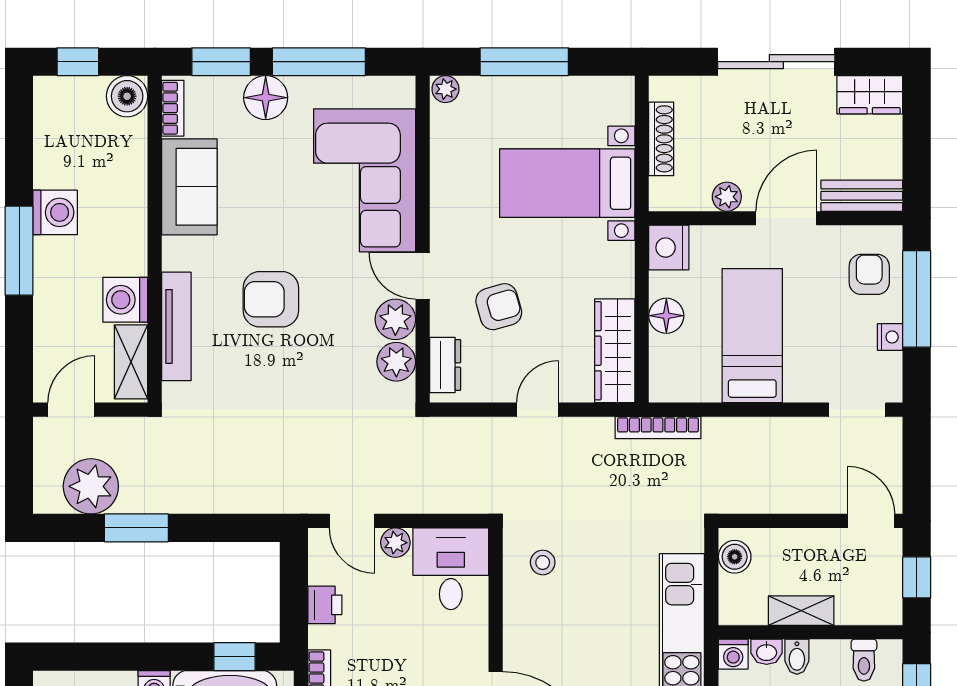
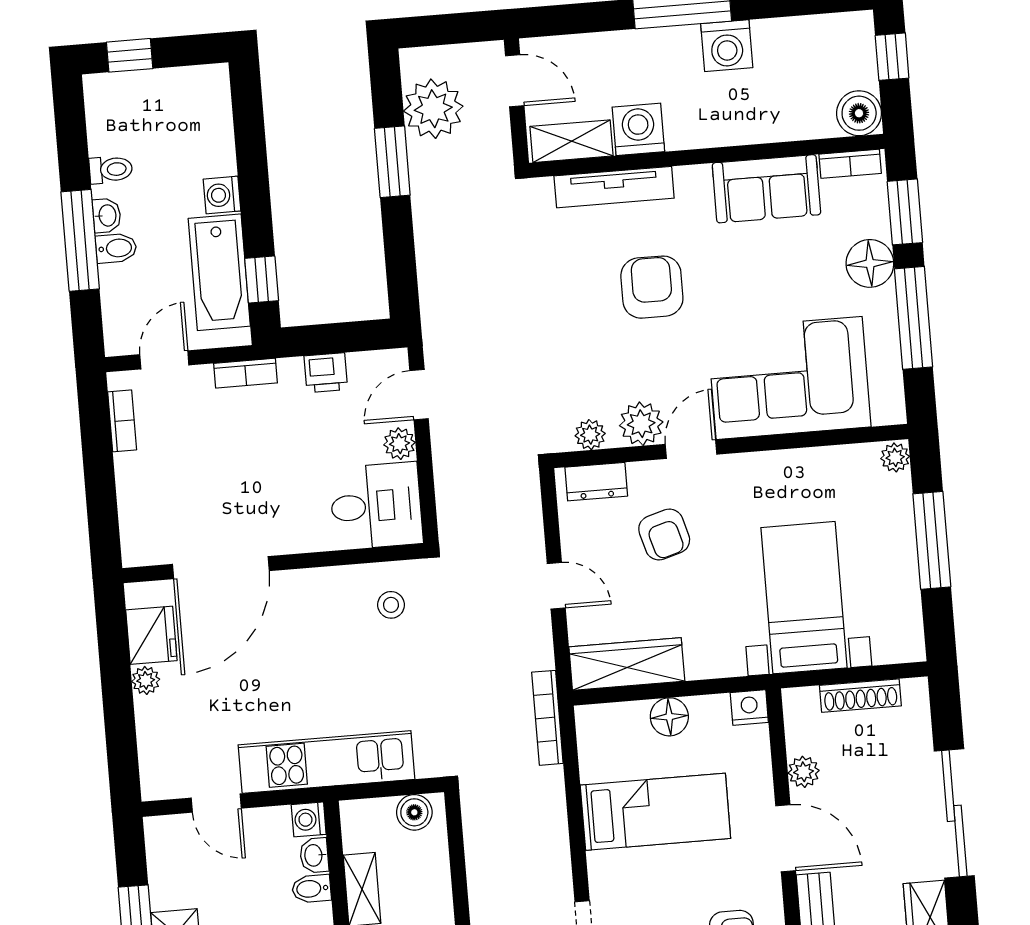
nightstand: (669, 248) -> (749, 708), width x0.74, depth x0.75
plant: (396, 362) -> (590, 435), width x0.73, depth x0.73

